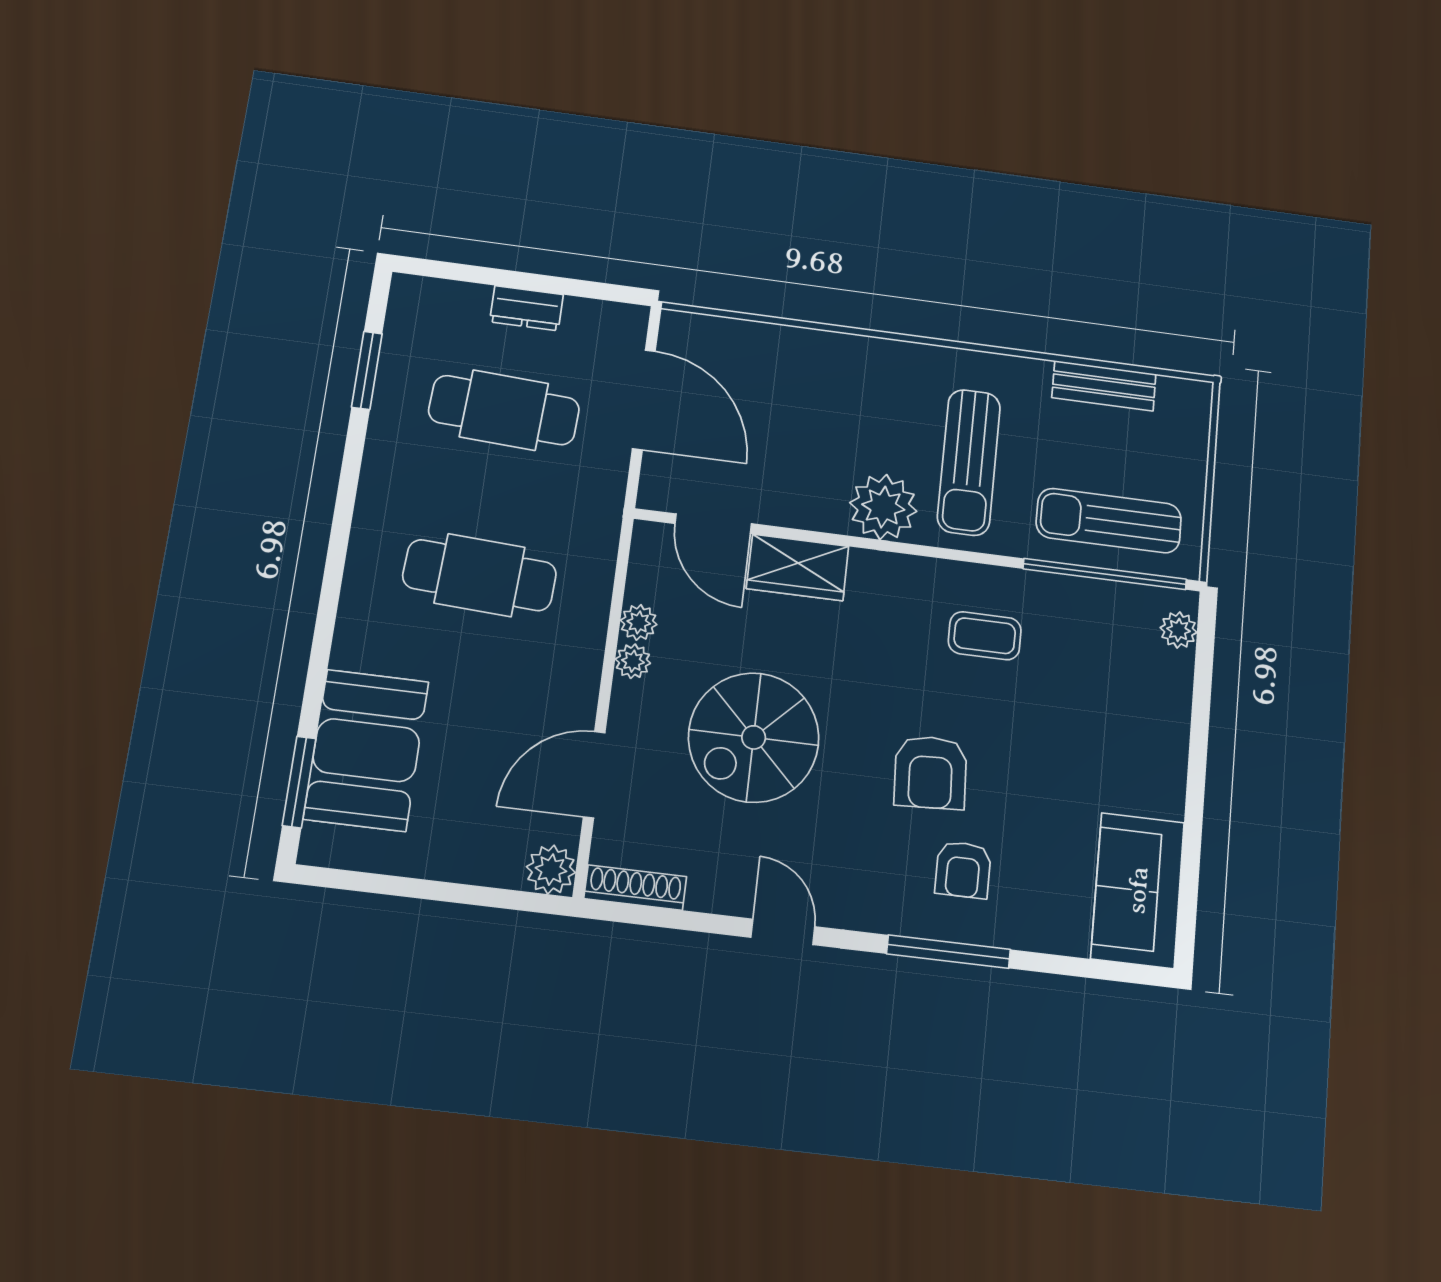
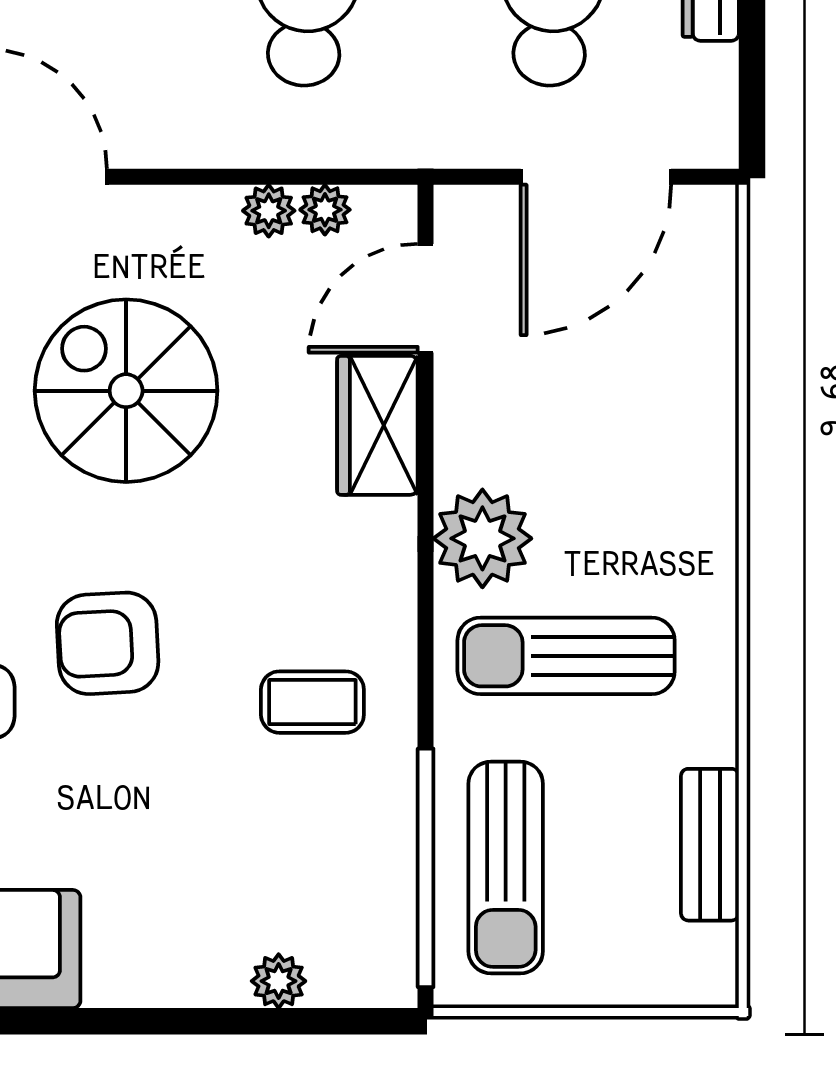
sun lounger: (1109, 521) -> (506, 867), turned 180
plant: (1179, 630) -> (279, 981), moved
coffee table: (985, 636) -> (312, 702), turned 90
plant: (633, 661) -> (325, 210), moved

